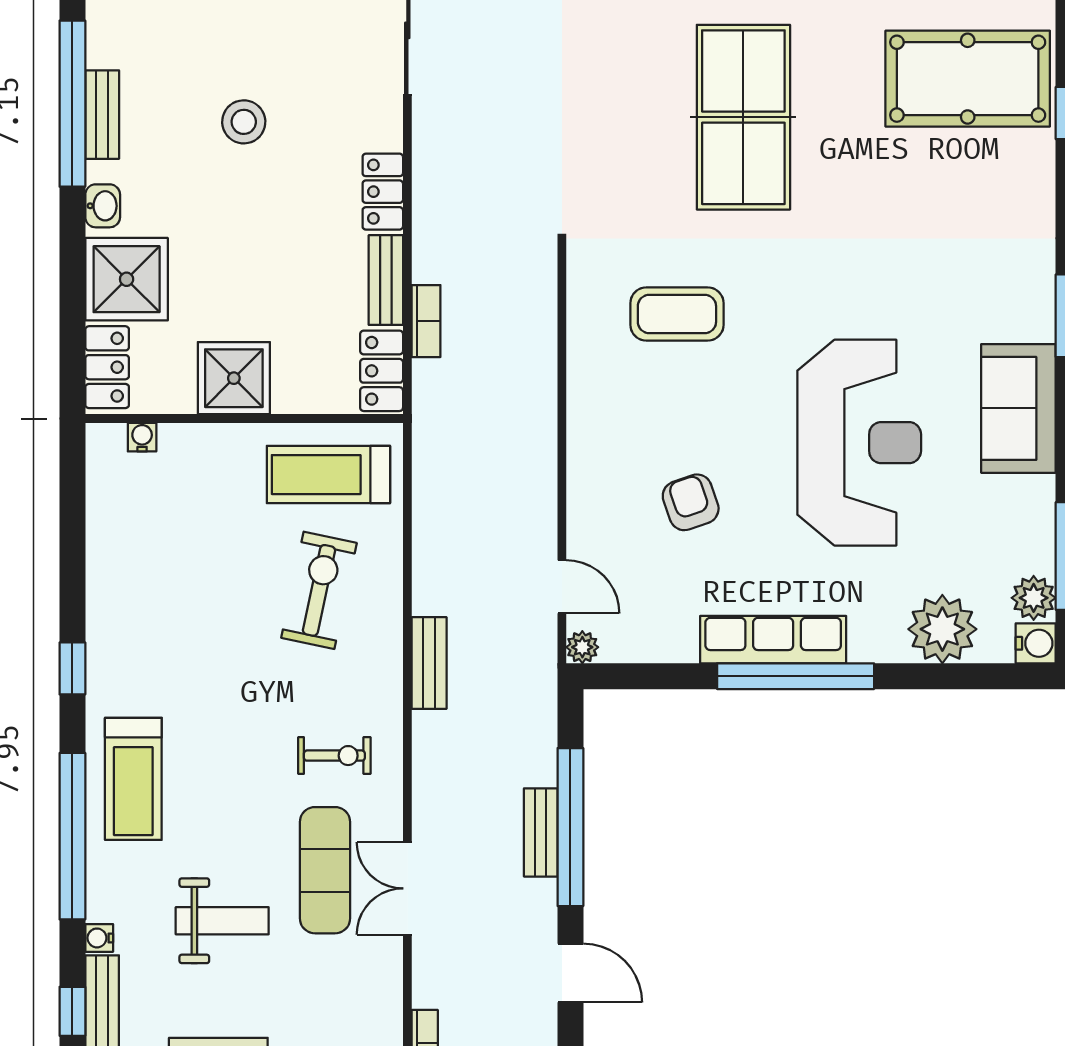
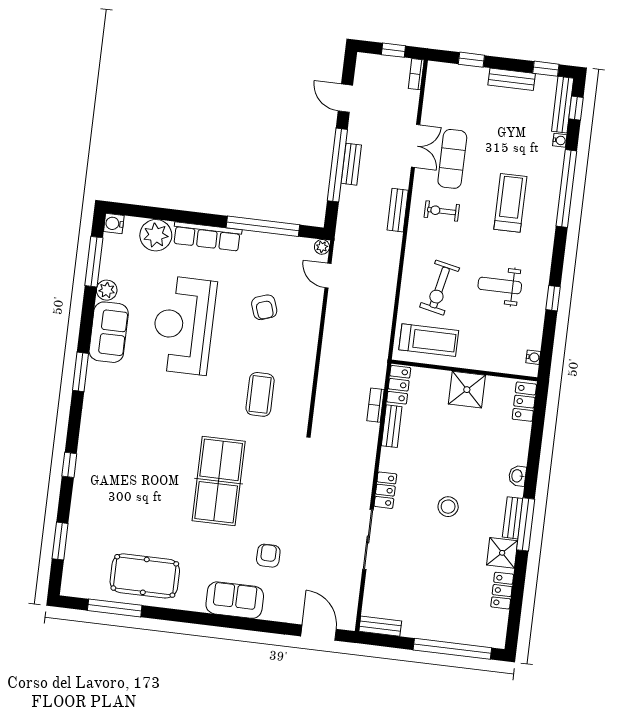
pool table: (968, 79) -> (114, 486), removed
window: (72, 104) -> (526, 524), width x0.68
locker: (383, 192) -> (385, 490), moved
shower: (127, 279) -> (502, 553), moved, width x0.73, depth x0.73
coffee table: (677, 314) -> (260, 394), turned 90
water cooler: (142, 437) -> (533, 357), moved, turned -90
plant: (1034, 598) -> (107, 290), moved
row of seats: (773, 640) -> (207, 236), moved
bench: (429, 663) -> (398, 210), moved
window: (72, 668) -> (553, 298), moved
window: (796, 676) -> (263, 226), moved
treadmill: (133, 779) -> (510, 203), moved
weight bench: (222, 921) -> (500, 286), moved

